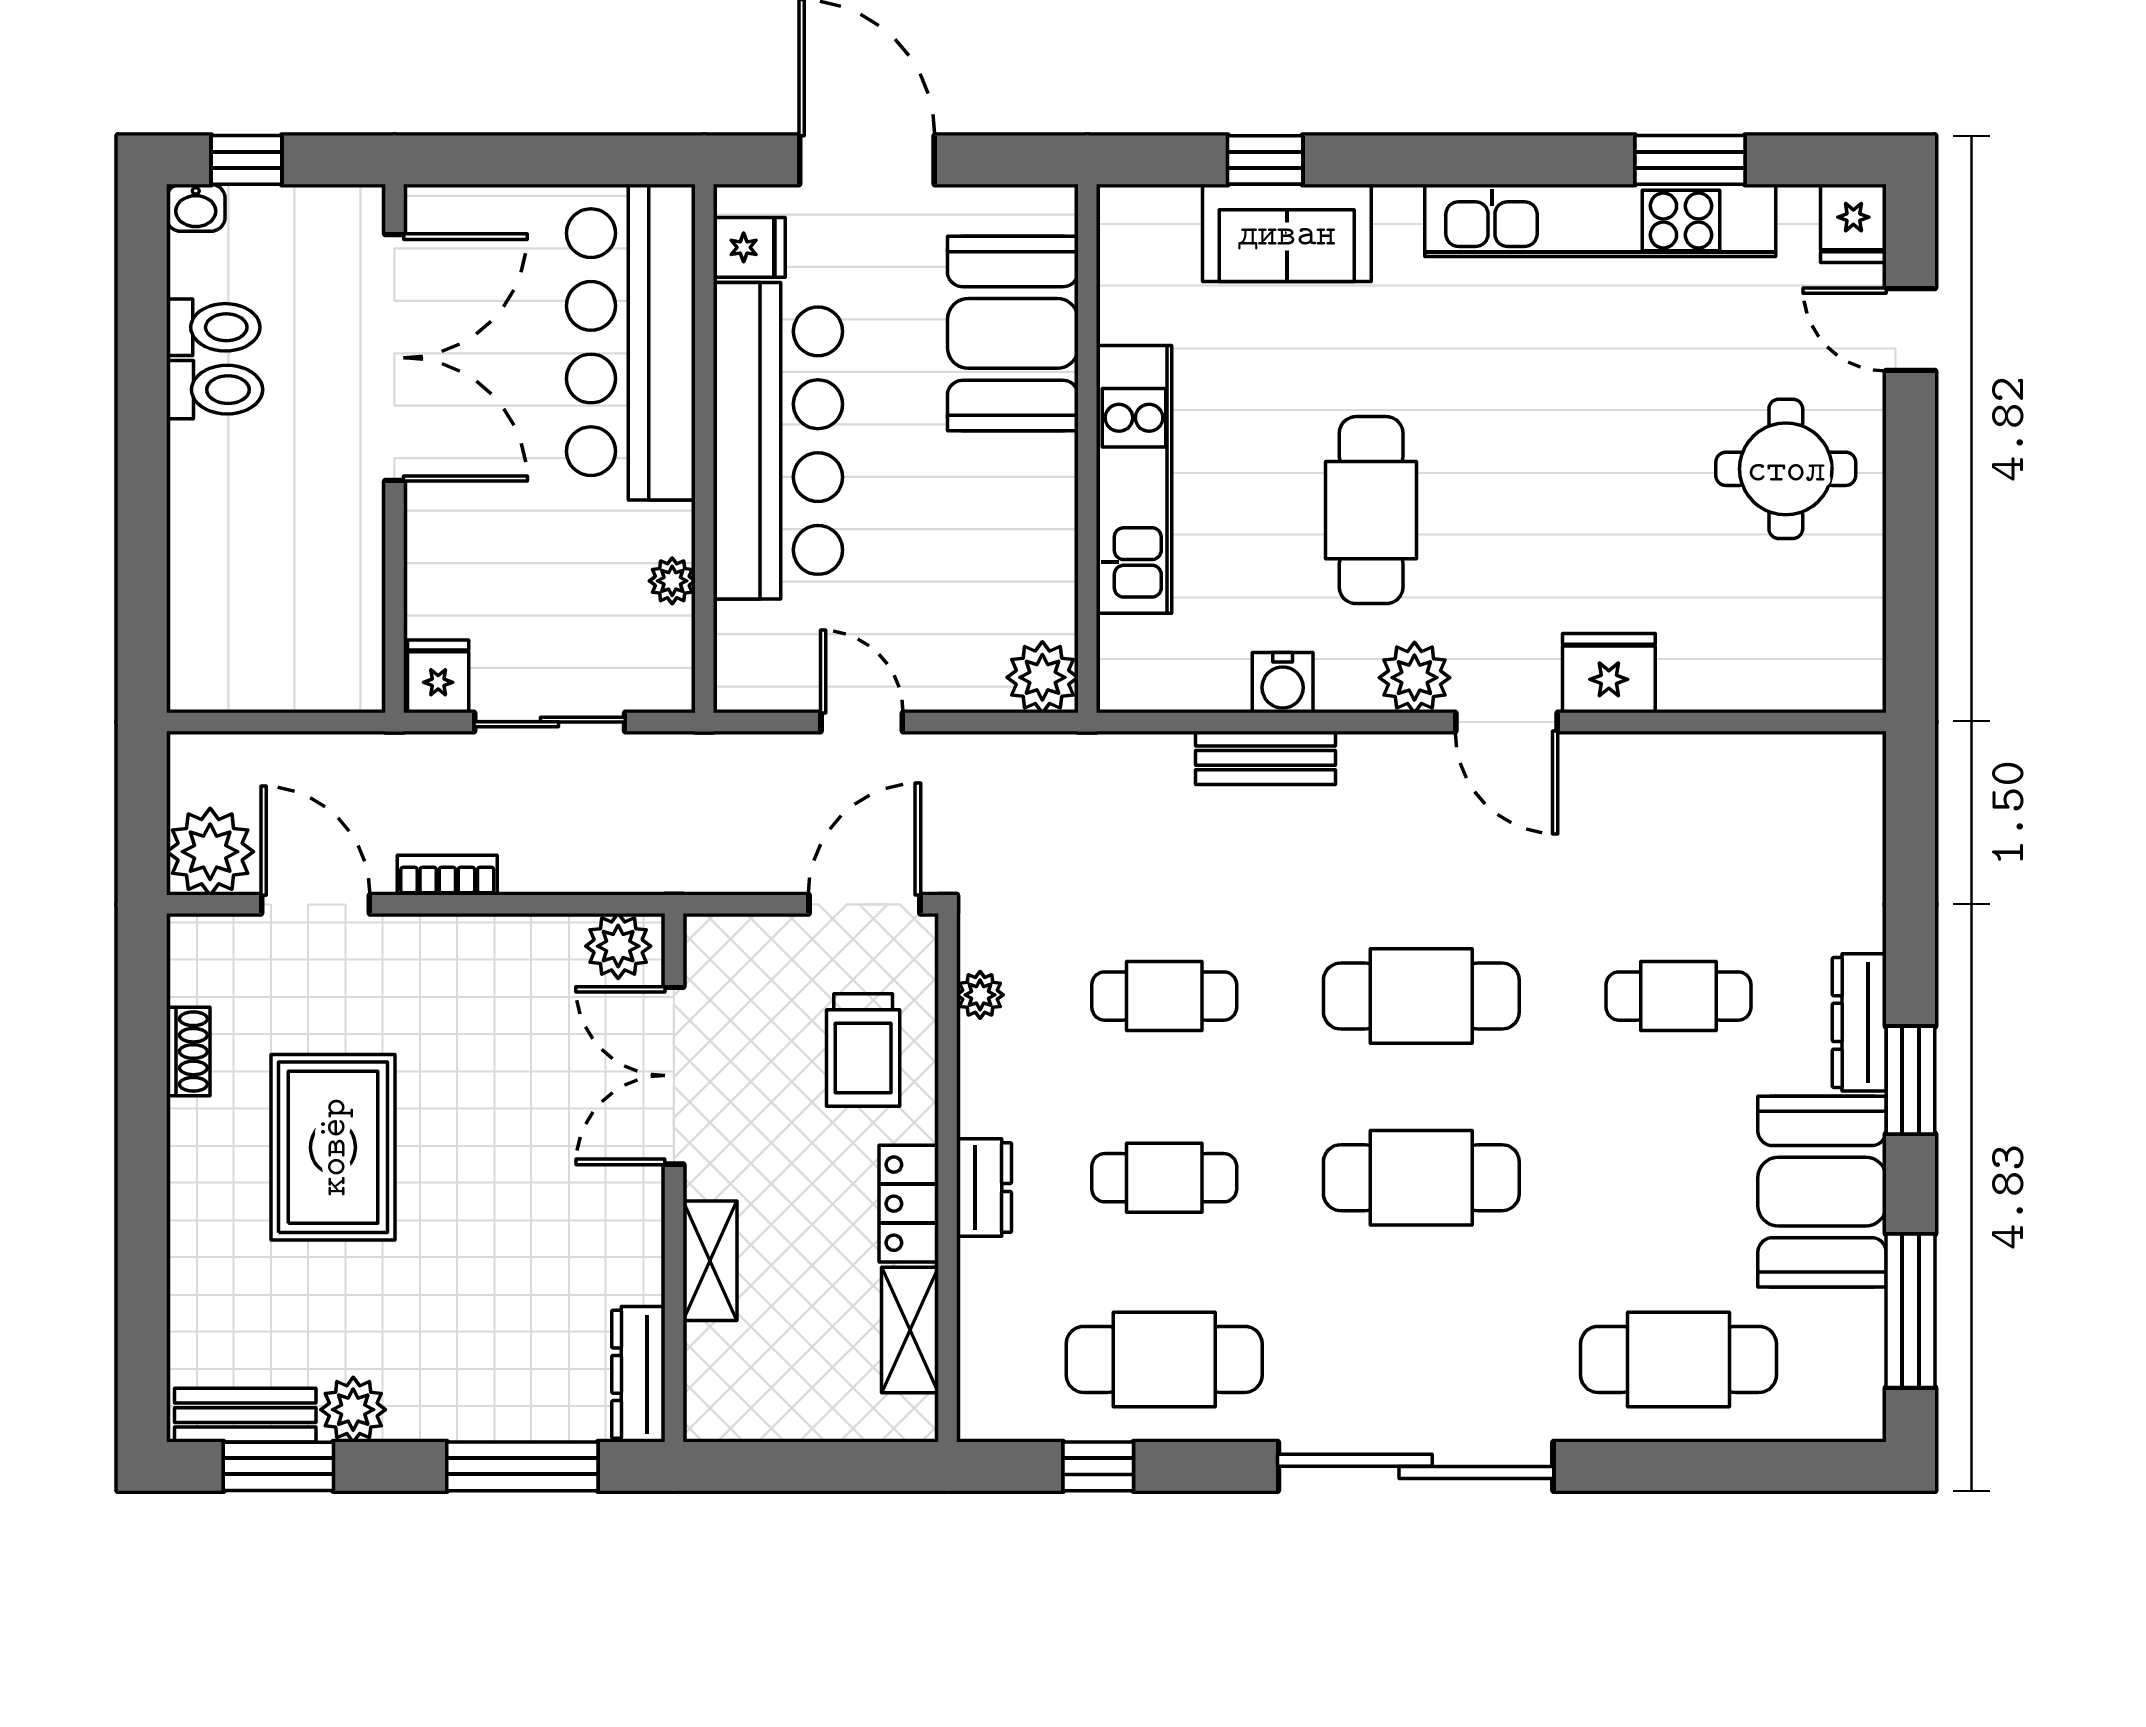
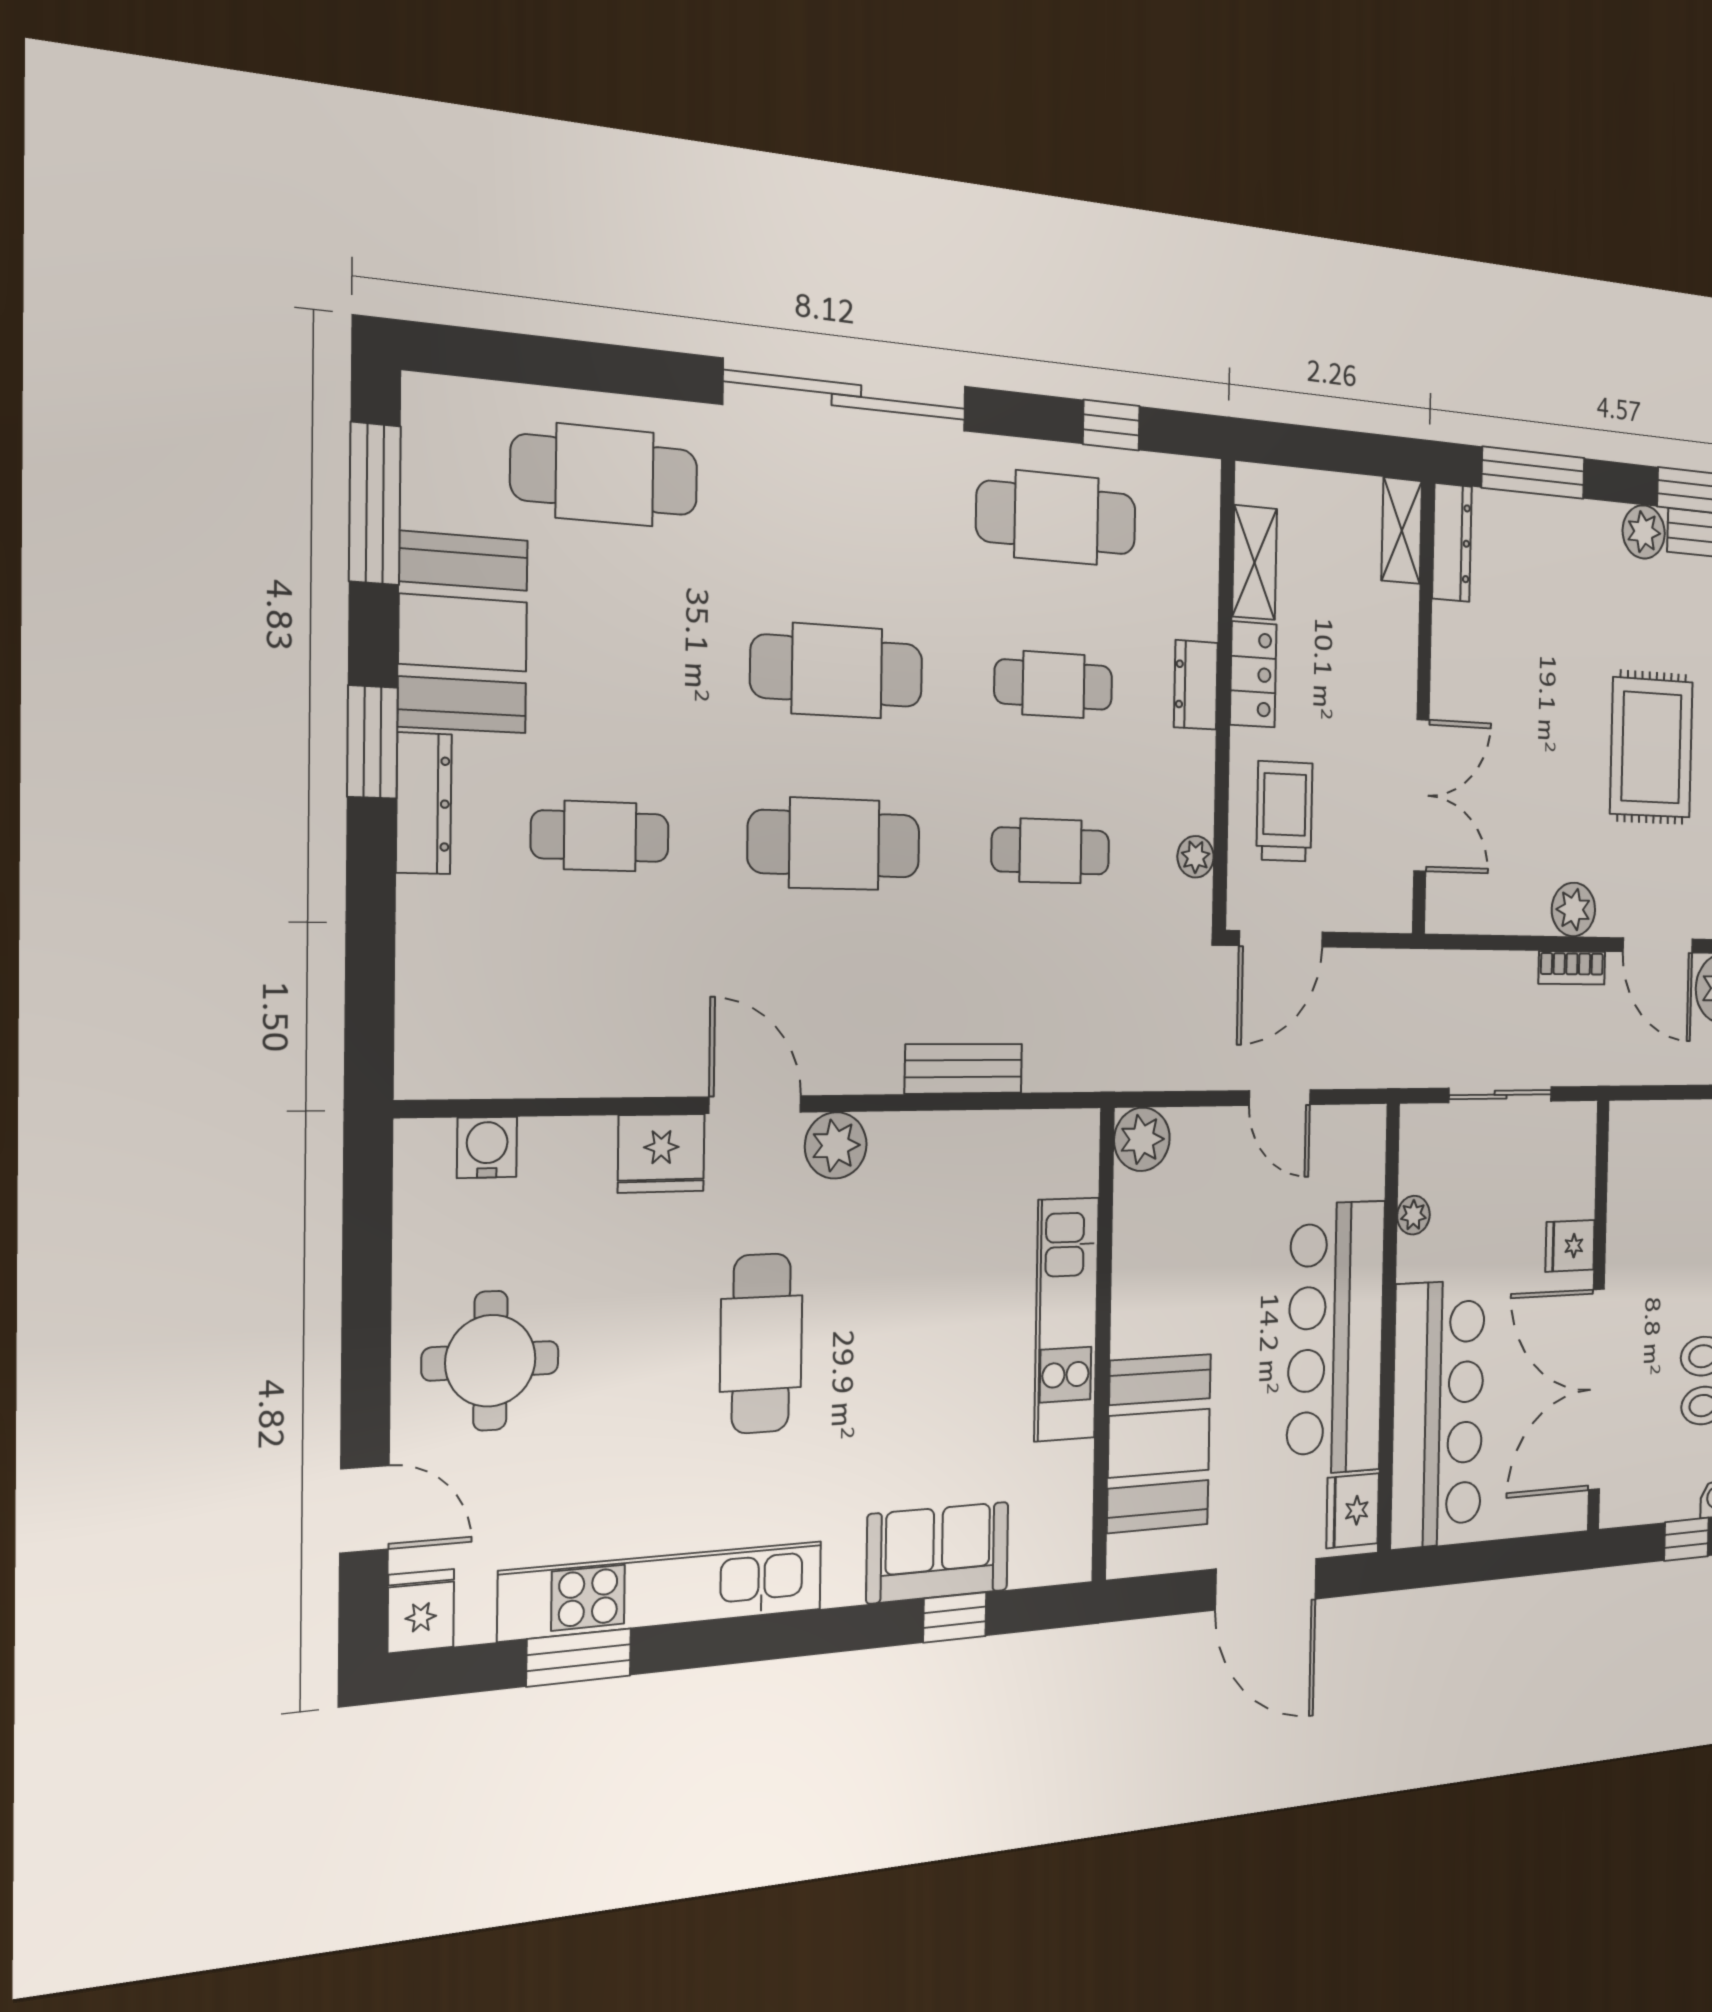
fridge: (749, 247) -> (1353, 1511), width x1.38
cafe table: (1371, 510) -> (761, 1343), moved
fridge: (438, 676) -> (1570, 1246), moved, turned 90
water cooler: (1283, 683) -> (487, 1147), moved
plant: (618, 946) -> (1573, 909), moved
shelving: (710, 1261) -> (1402, 531), moved

